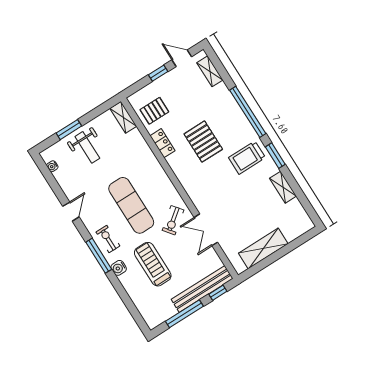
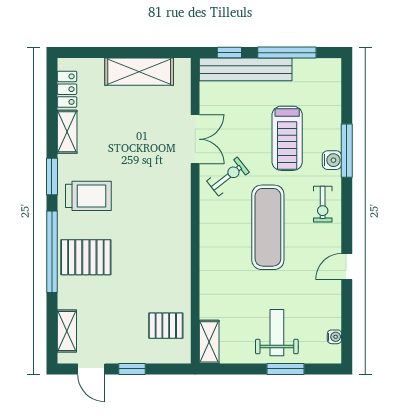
pallet: (203, 142) -> (86, 257), moved, turned 90
locker: (162, 143) -> (67, 89), moved, turned 180
window: (99, 256) -> (347, 151), moved

